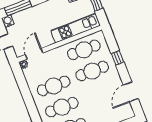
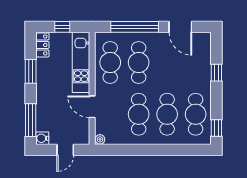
door: (34, 54) -> (92, 107), moved
window: (117, 58) -> (135, 27), width x3.17

